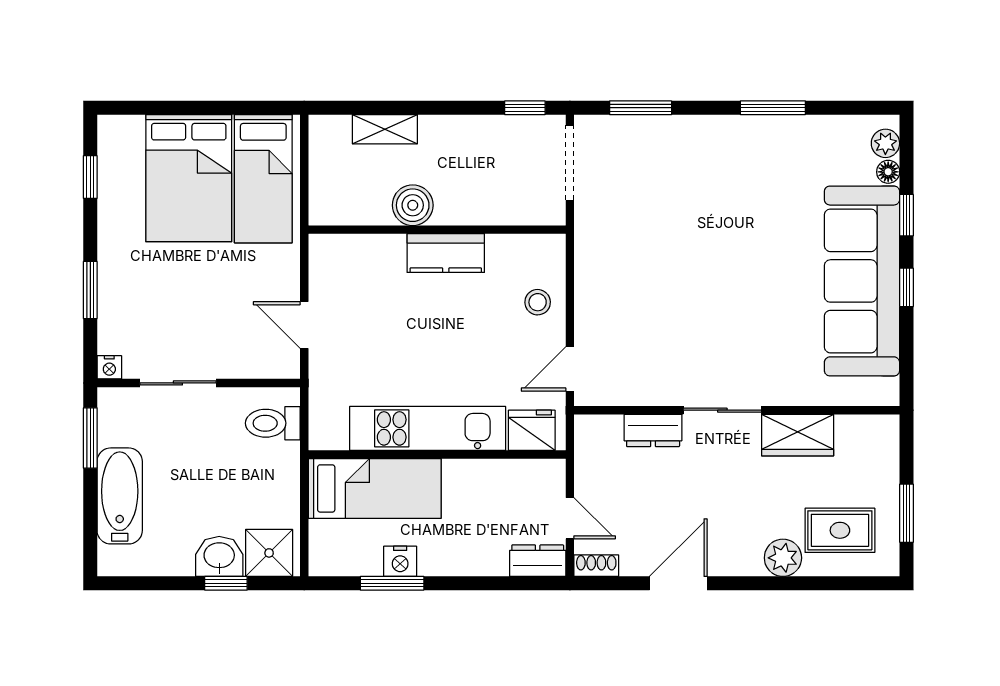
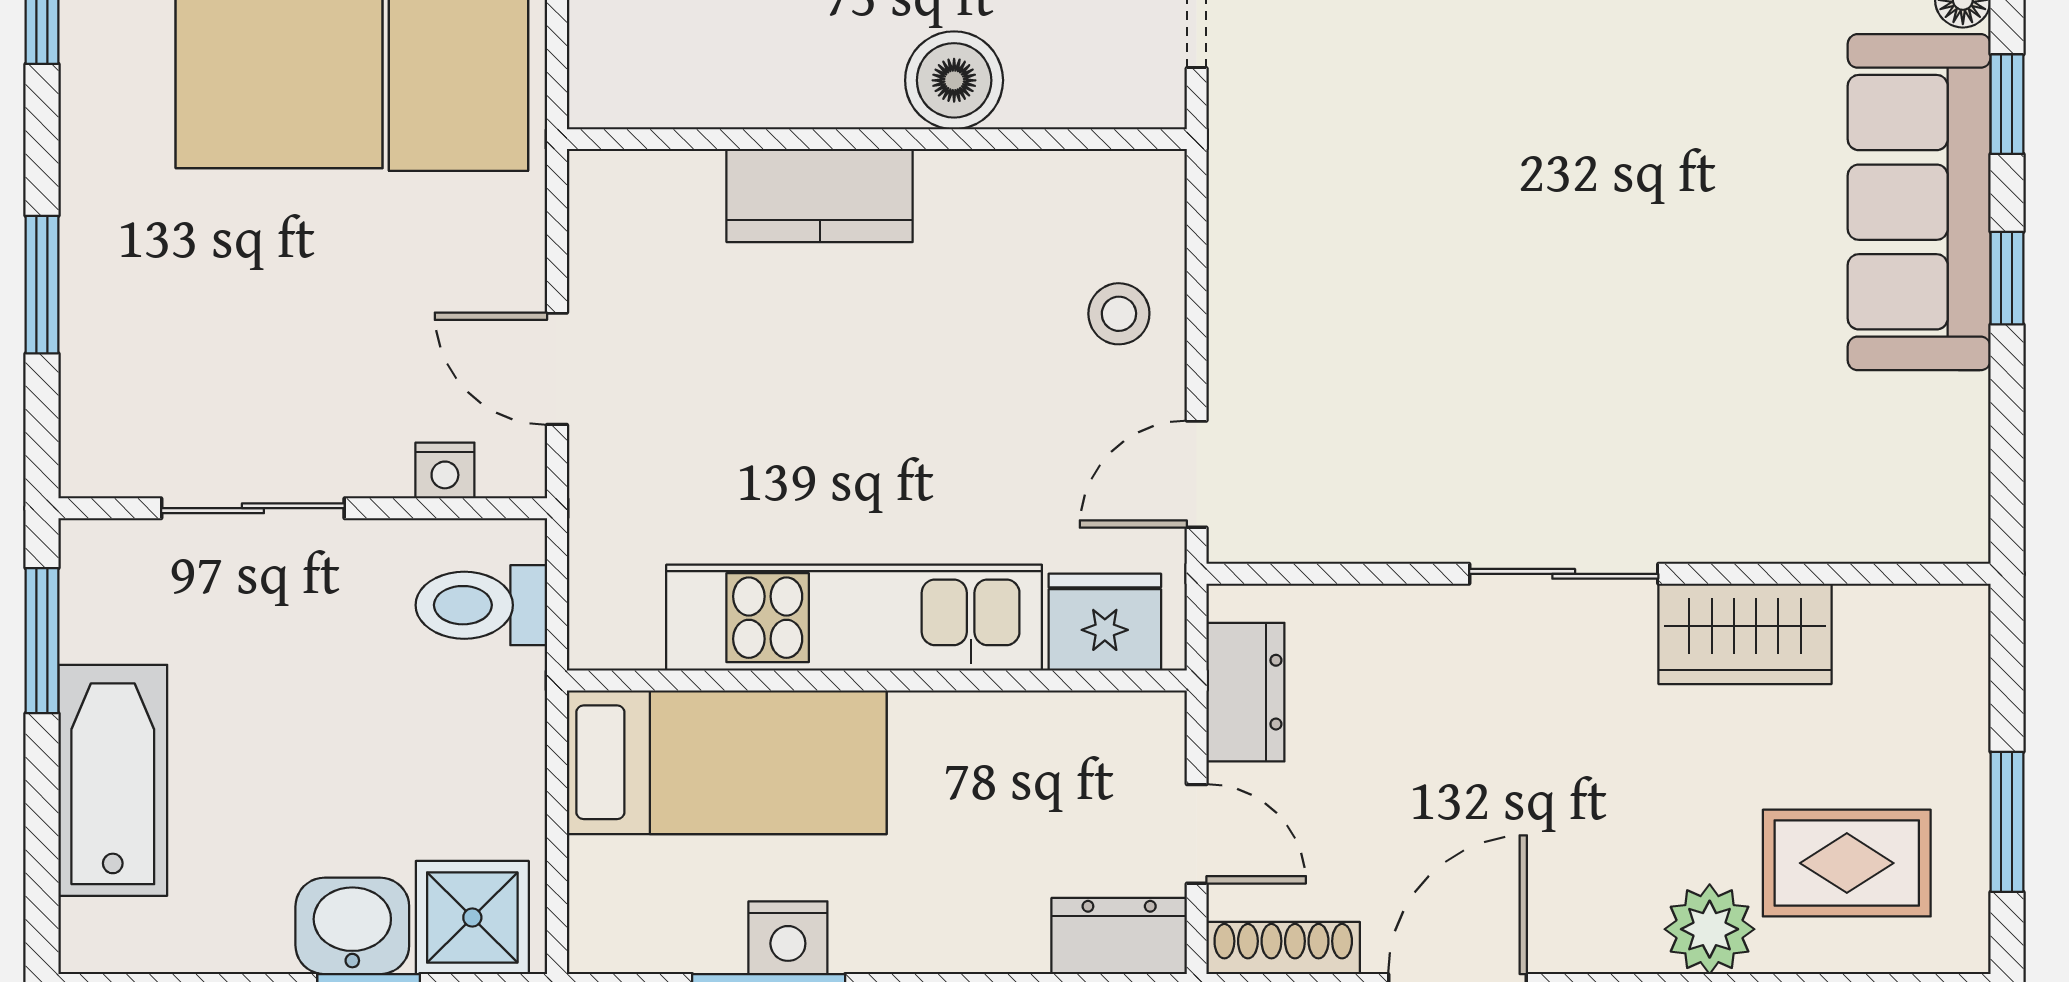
boiler: (413, 205) -> (954, 80), moved
kitchen counter: (446, 253) -> (820, 196), moved
sofa: (862, 281) -> (1919, 202), width x0.74, depth x0.79
nightstand: (109, 367) -> (445, 470), moved
dresser: (653, 430) -> (1245, 692), moved, turned -90
shoe rack: (596, 566) -> (1283, 948), width x1.43

